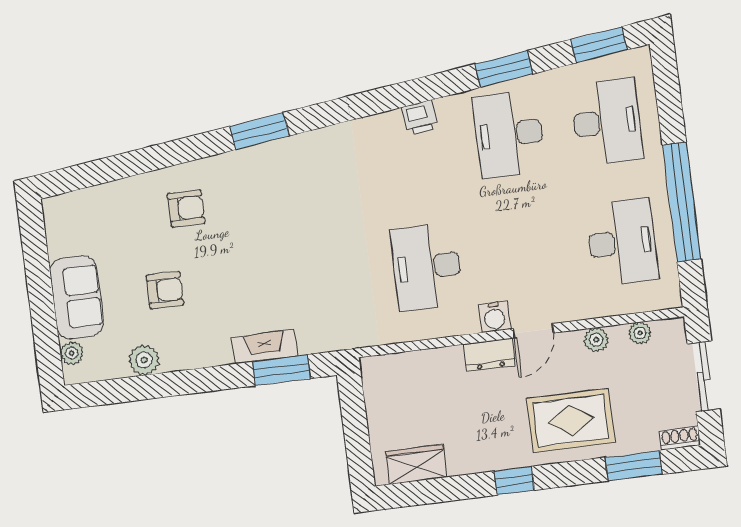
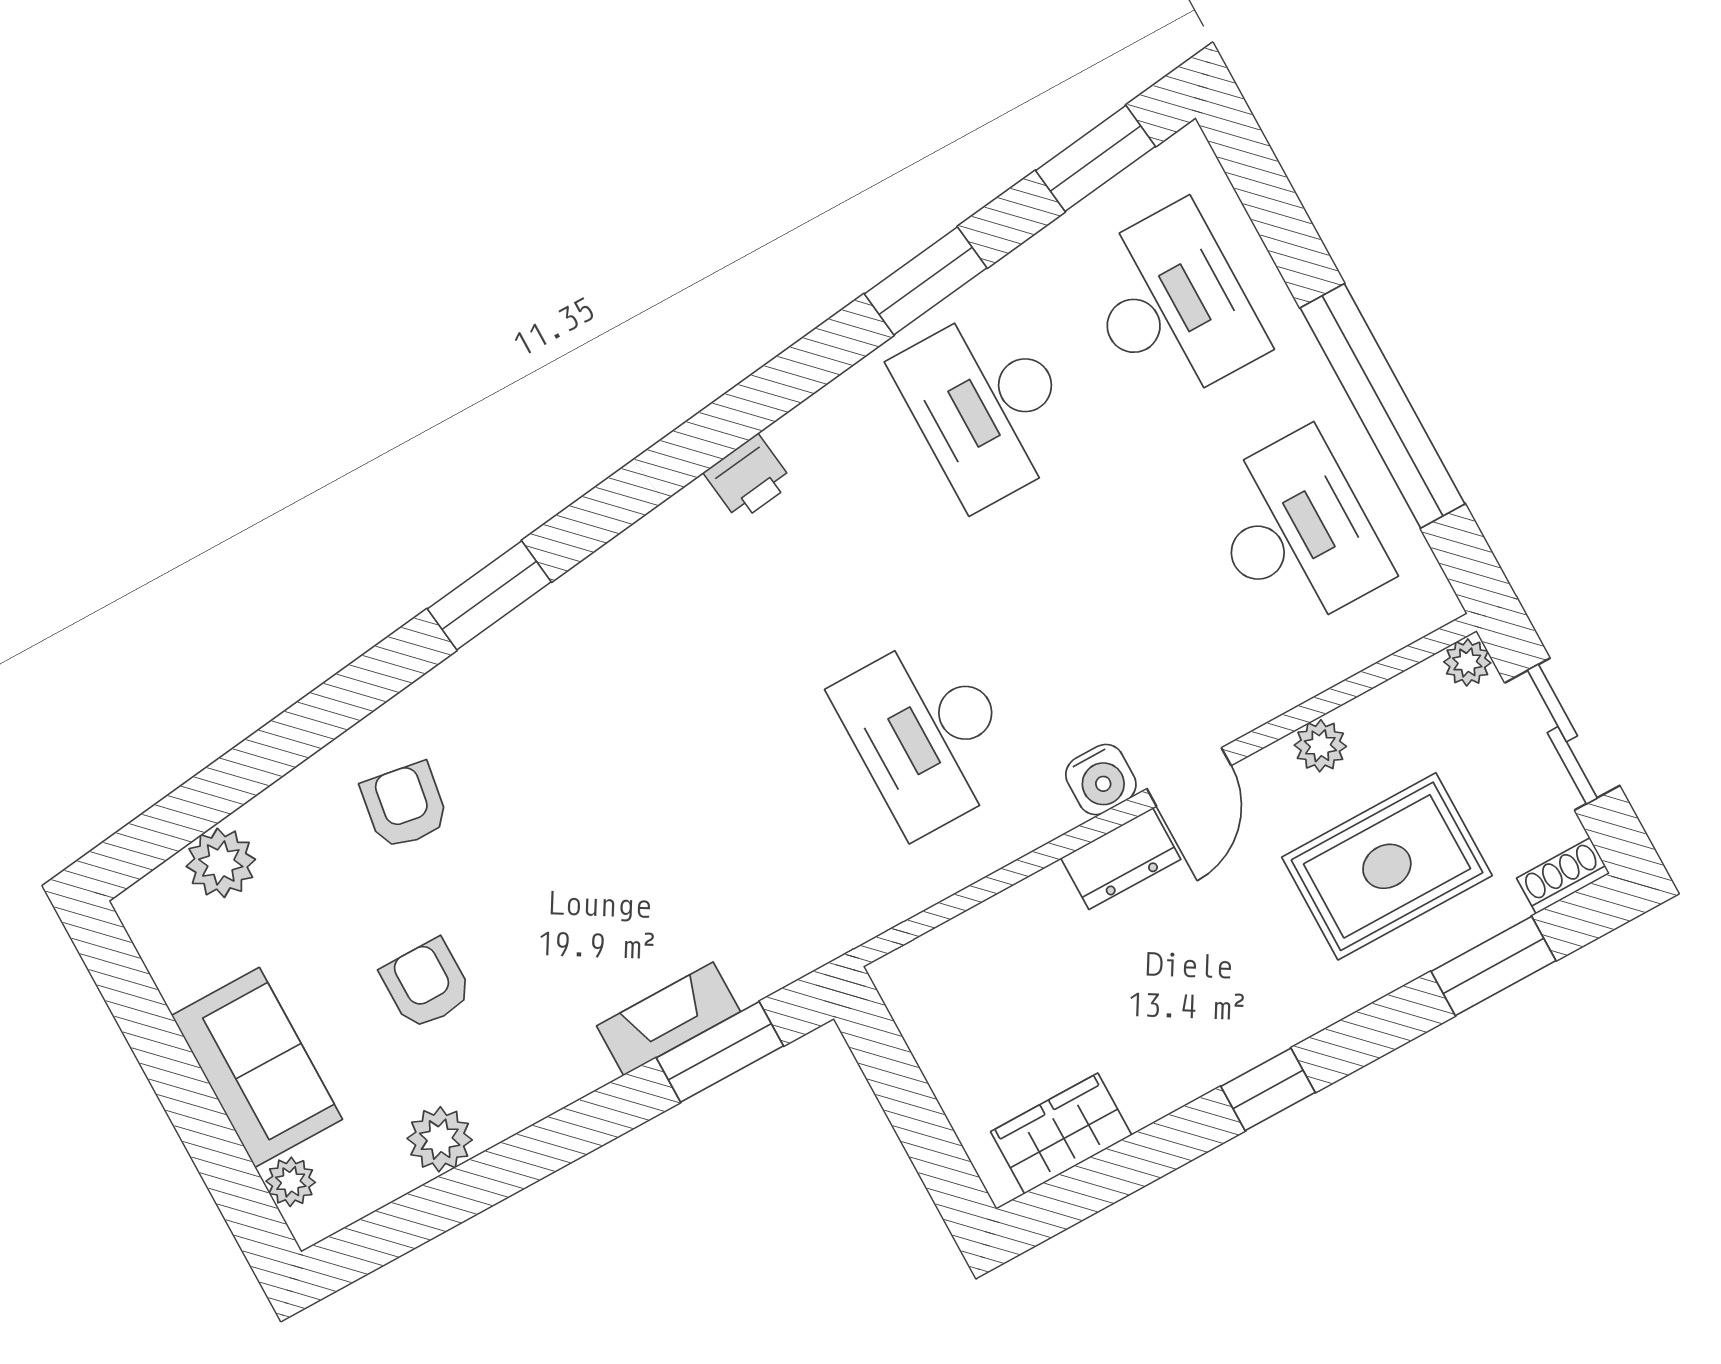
printer: (420, 117) -> (748, 478), moved
plant: (96, 202) -> (221, 863), added
armchair: (186, 208) -> (405, 806), turned -81
armchair: (165, 290) -> (426, 984), turned -90
plant: (640, 333) -> (1467, 662), moved
rug: (571, 420) -> (1387, 866), moved

